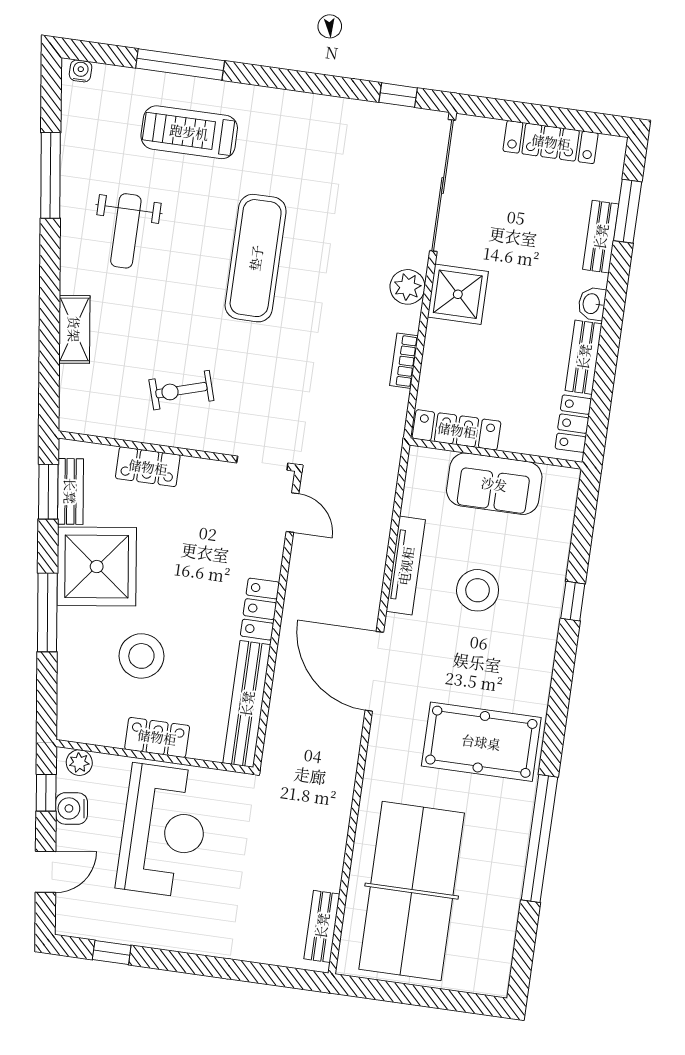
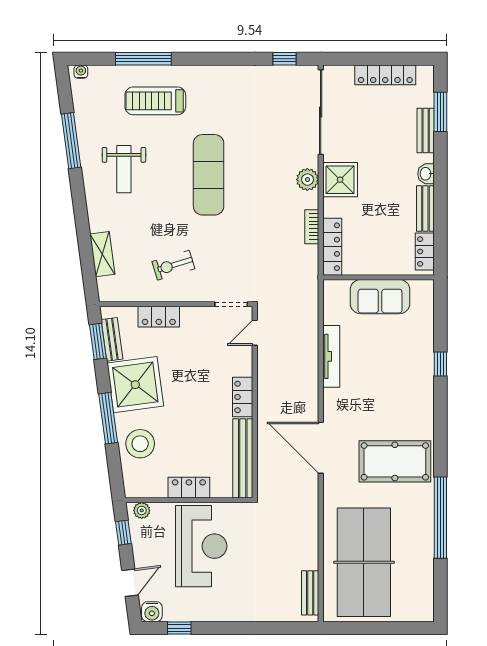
shelving: (74, 329) -> (102, 254), moved
locker: (457, 430) -> (332, 247), moved, turned 90
door: (293, 513) -> (255, 333), swing flipped
stool: (478, 590) -> (379, 366), removed
stool: (141, 656) -> (140, 444), moved
door: (374, 671) -> (321, 448), moved
water cooler: (71, 808) -> (152, 612), moved, turned -82

